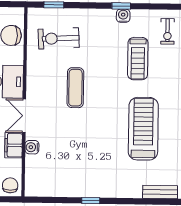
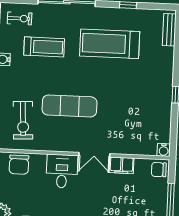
exercise mat: (75, 88) -> (69, 106), width x1.36, depth x1.45
water cooler: (32, 147) -> (164, 150), moved

